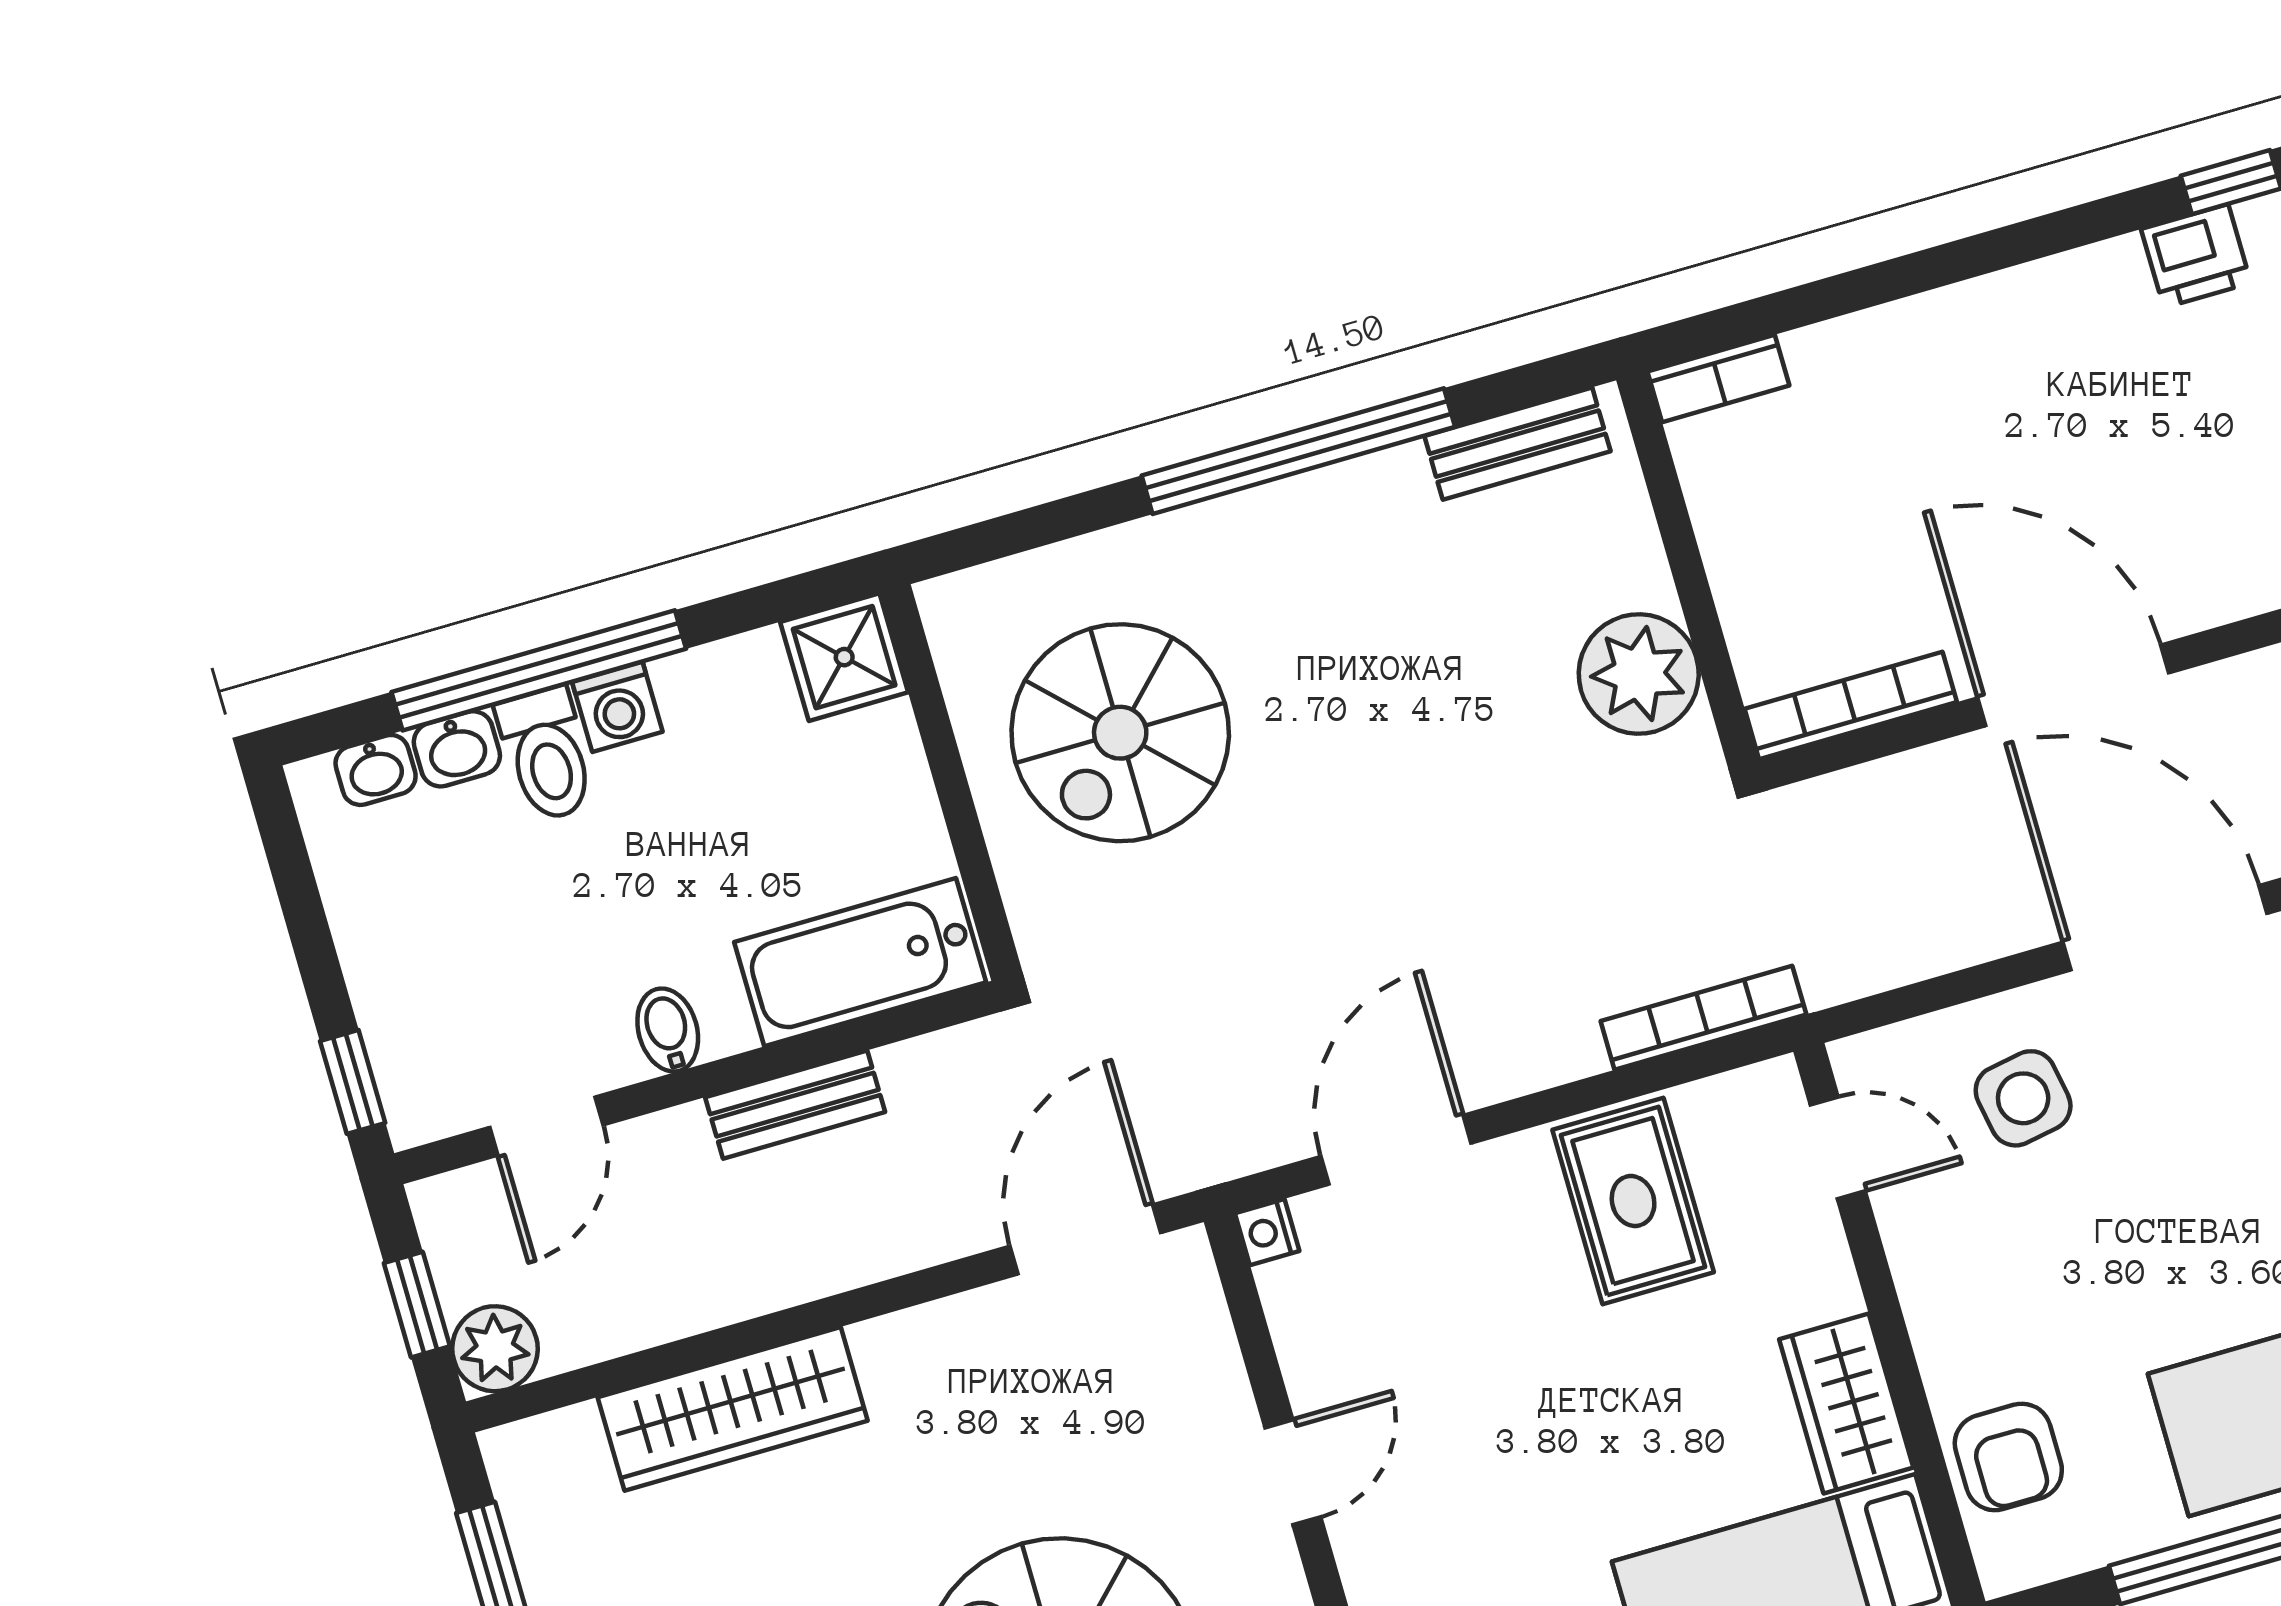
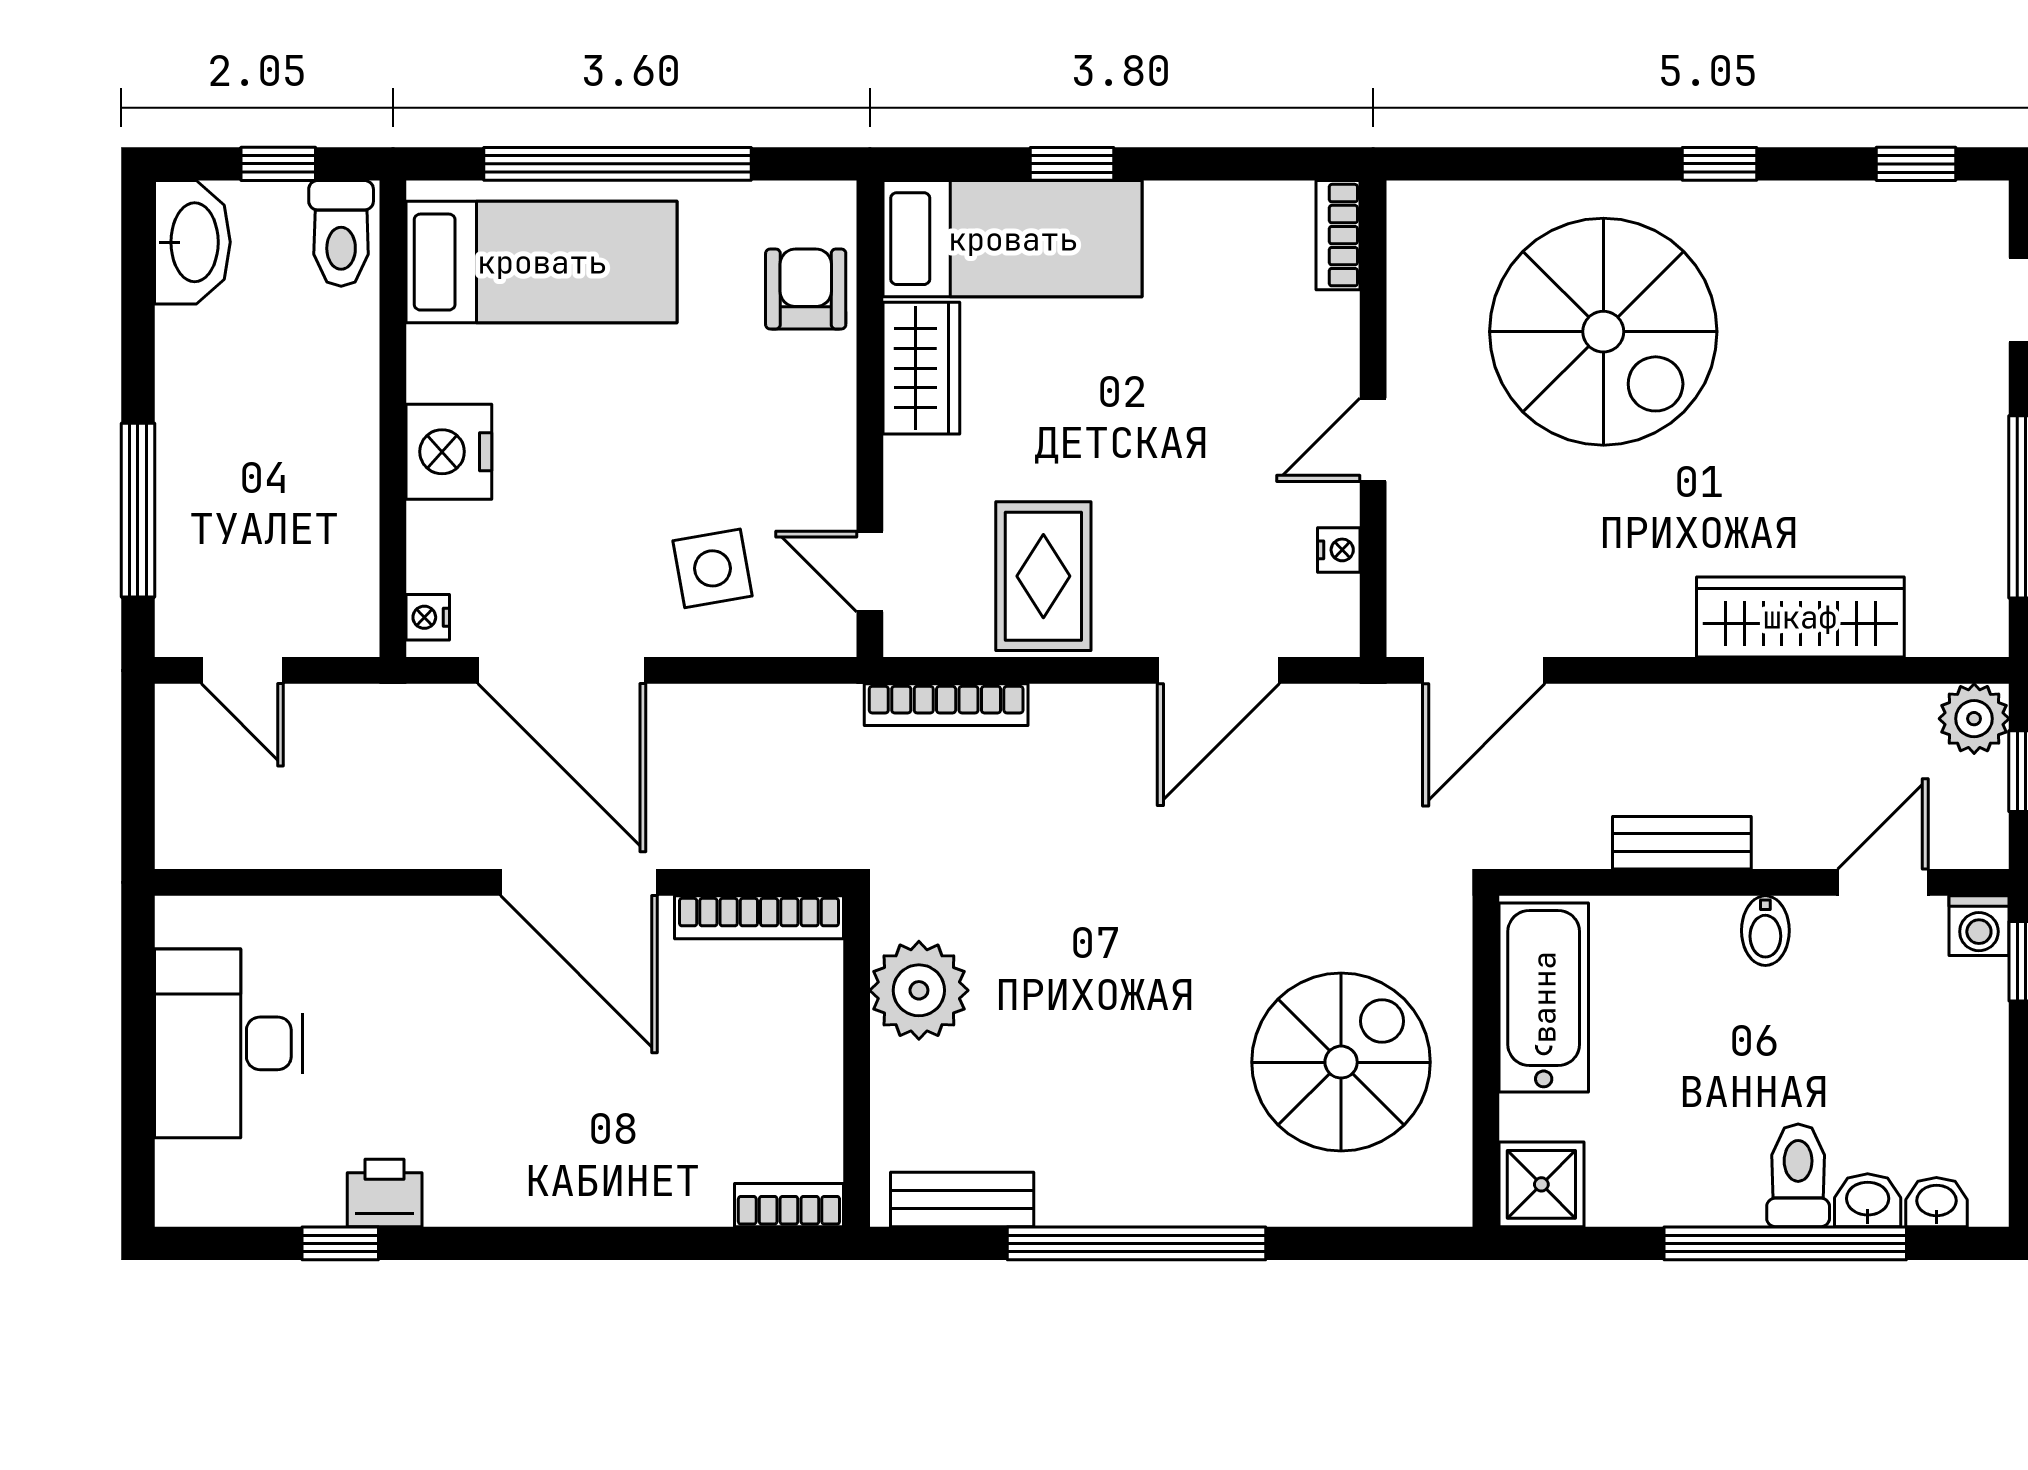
washing machine: (617, 707) -> (1979, 926), moved, turned 180
bathtub: (860, 962) -> (1544, 997), moved, turned -90
nightstand: (1267, 1232) -> (1339, 550), moved

